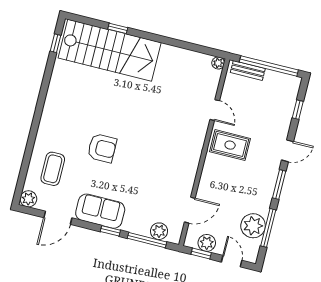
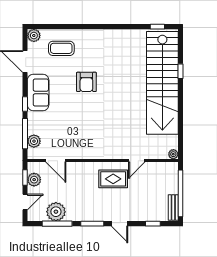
stairs: (110, 50) -> (162, 83), width x1.36
bench: (248, 70) -> (173, 207), moved
rug: (230, 145) -> (113, 179), turned 90

